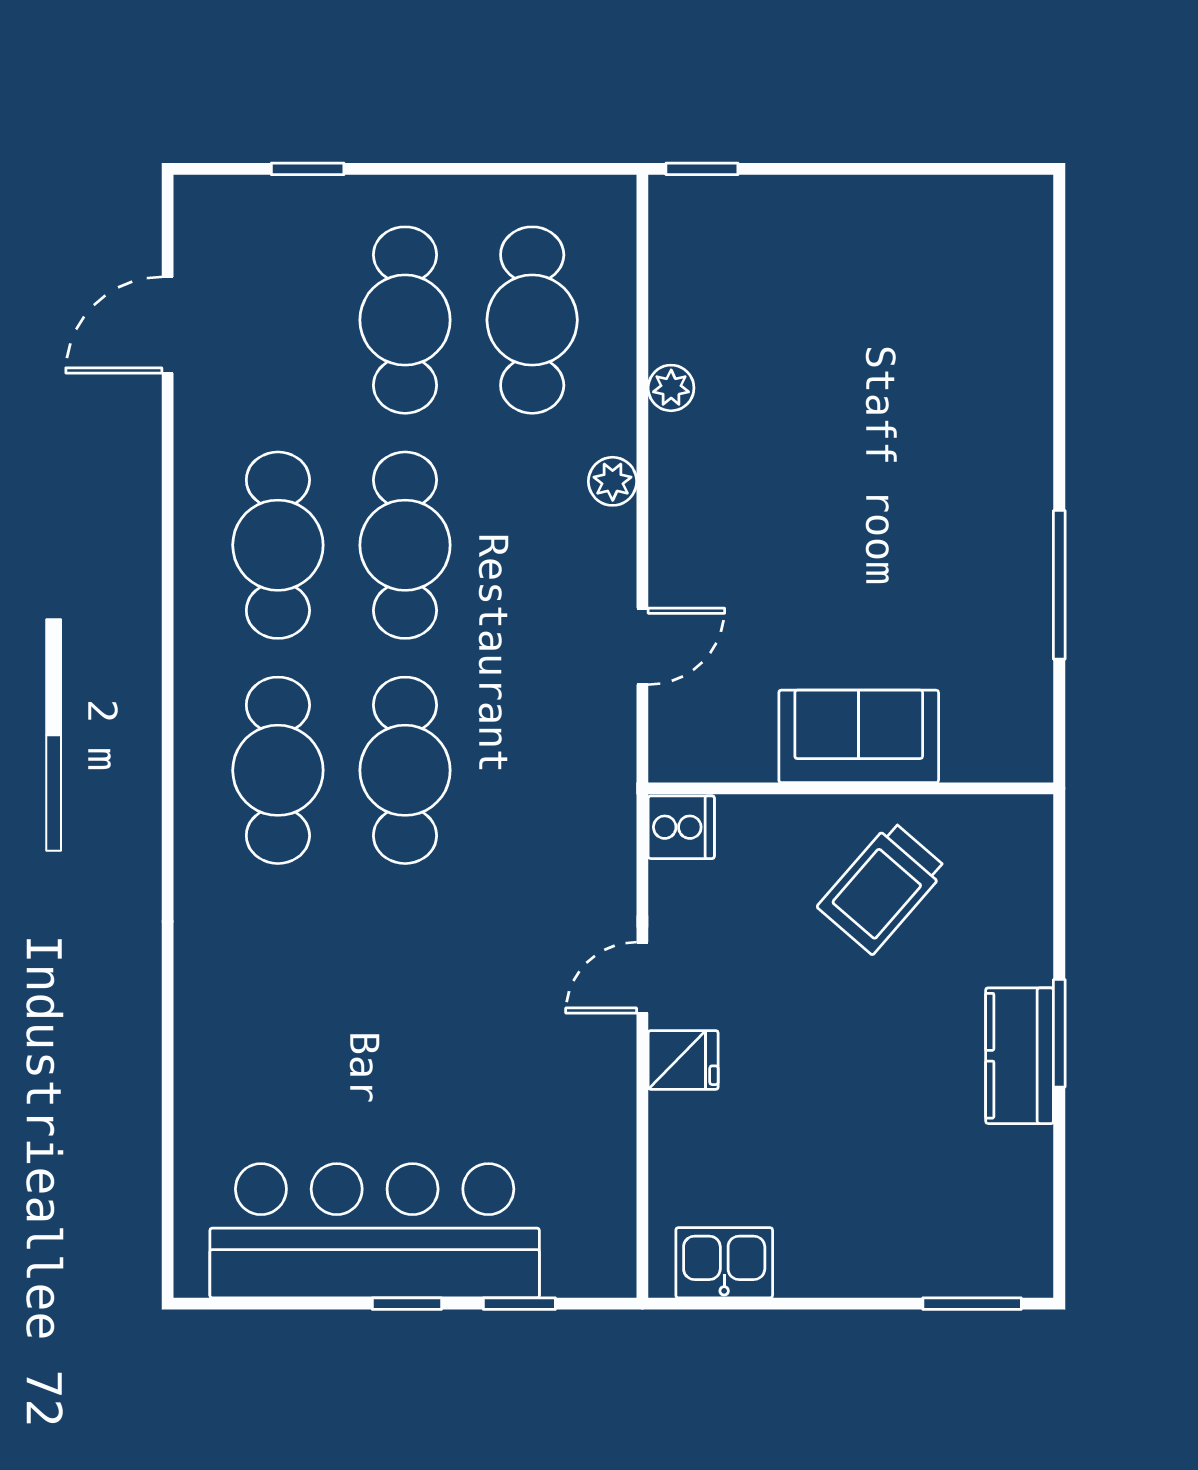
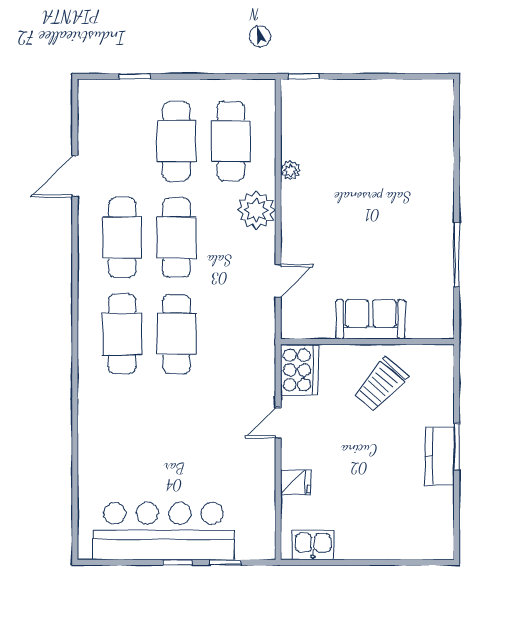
door: (168, 325) -> (75, 176), moved
plant: (613, 481) -> (256, 210), width x1.88, depth x1.88
cooker: (681, 827) -> (299, 370), width x1.87, depth x1.31
fridge: (683, 1060) -> (296, 482), moved
window: (972, 1304) -> (419, 562), removed

